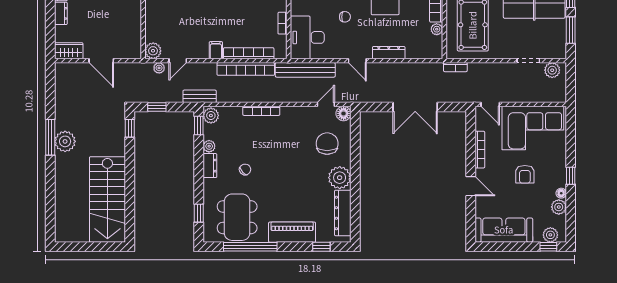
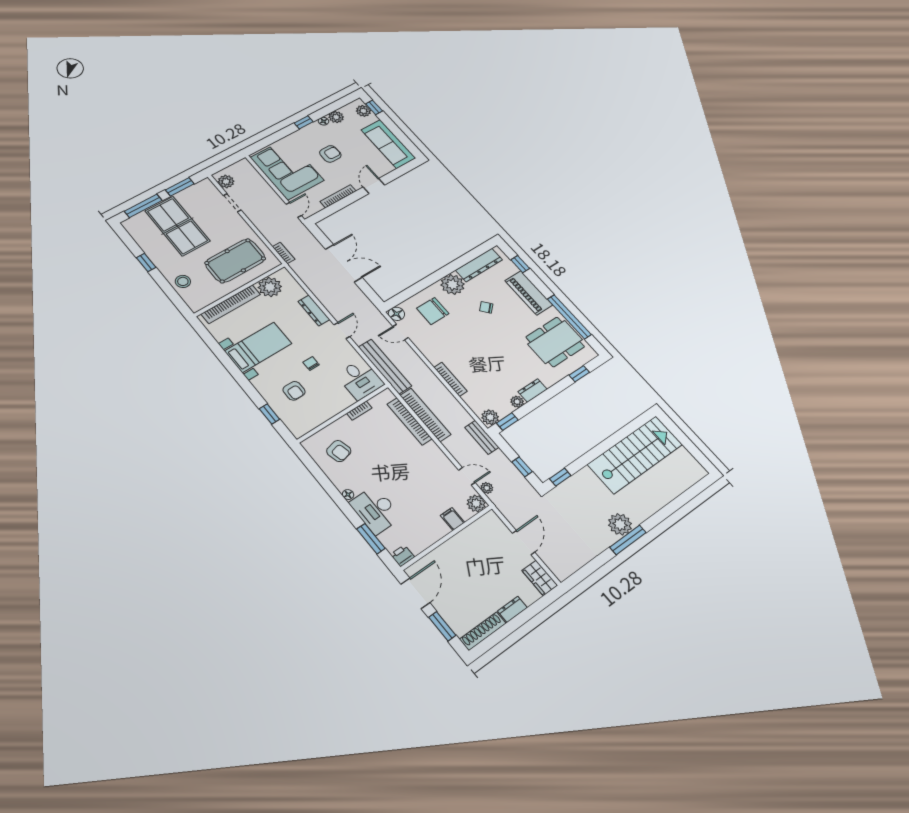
plant: (437, 29) -> (270, 287), width x1.88, depth x1.88
desk: (307, 37) -> (360, 379), width x0.73
filing cabinet: (216, 50) -> (453, 519), moved, turned 90
chair: (245, 169) -> (486, 307), moved

